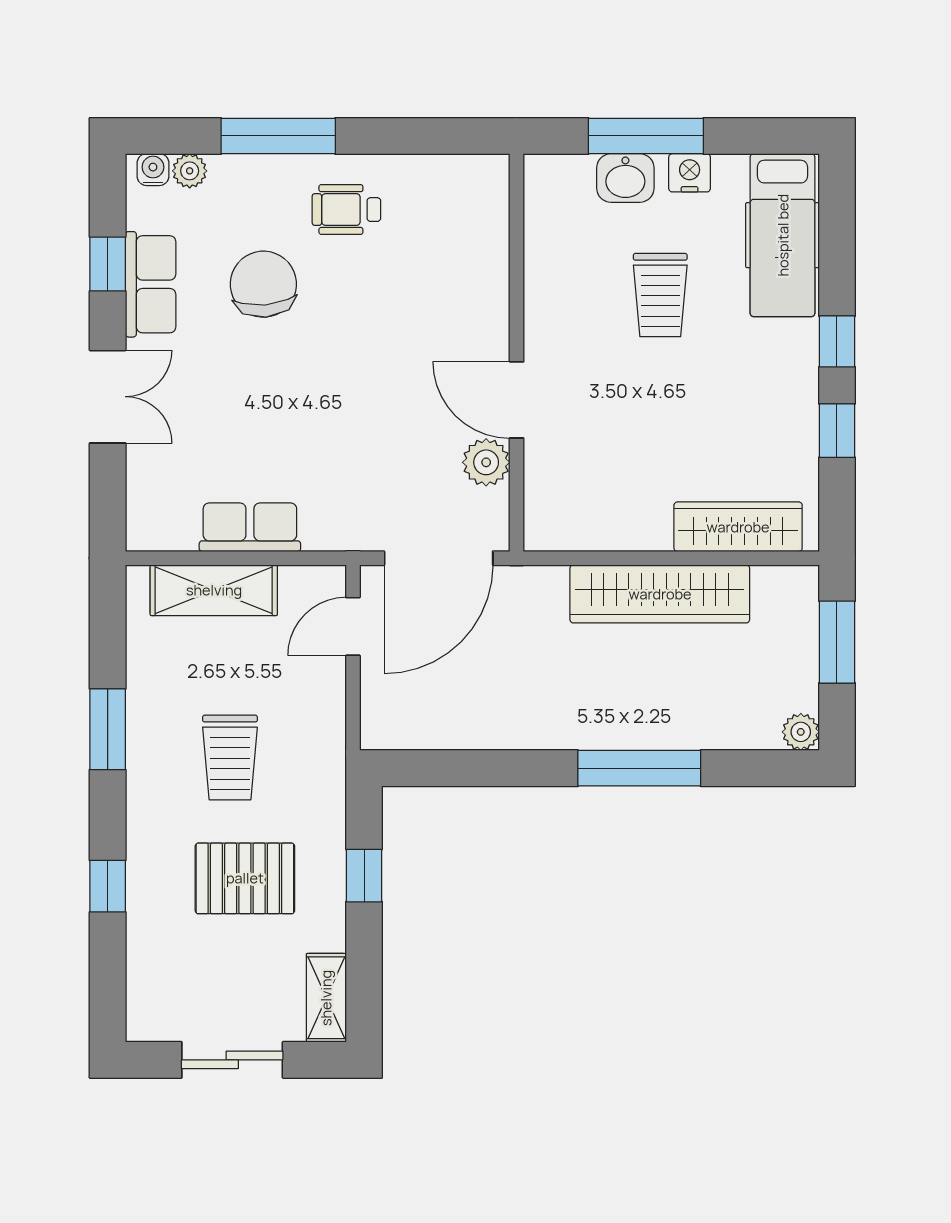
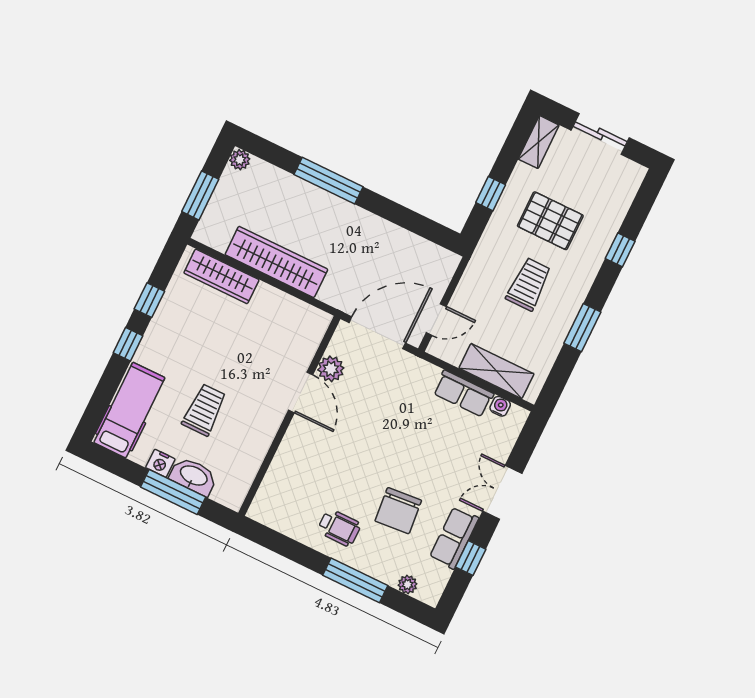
water cooler: (153, 170) -> (500, 406), moved, turned 180
washbasin: (625, 178) -> (193, 476), width x1.38

